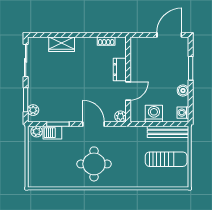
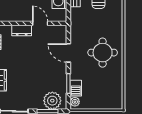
plant: (33, 110) -> (52, 101), width x1.87, depth x1.87
plant: (120, 116) -> (62, 30), removed
door: (94, 124) -> (68, 53), hinge flipped

